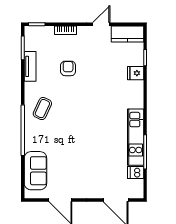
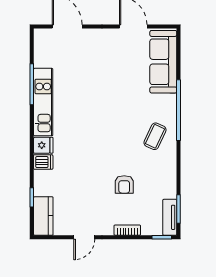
kitchen counter: (127, 34) -> (43, 216), moved, turned 90
tv unit: (30, 66) -> (170, 217), moved
fridge: (136, 73) -> (43, 145), moved
sofa: (35, 171) -> (163, 62), width x1.36
dishwasher: (136, 173) -> (43, 162), moved

